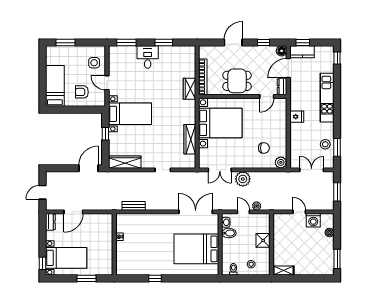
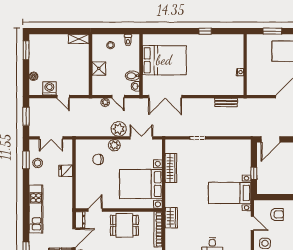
fridge: (297, 117) -> (66, 171), moved
wardrobe: (125, 162) -> (235, 146), removed
plant: (281, 162) -> (114, 145), moved

